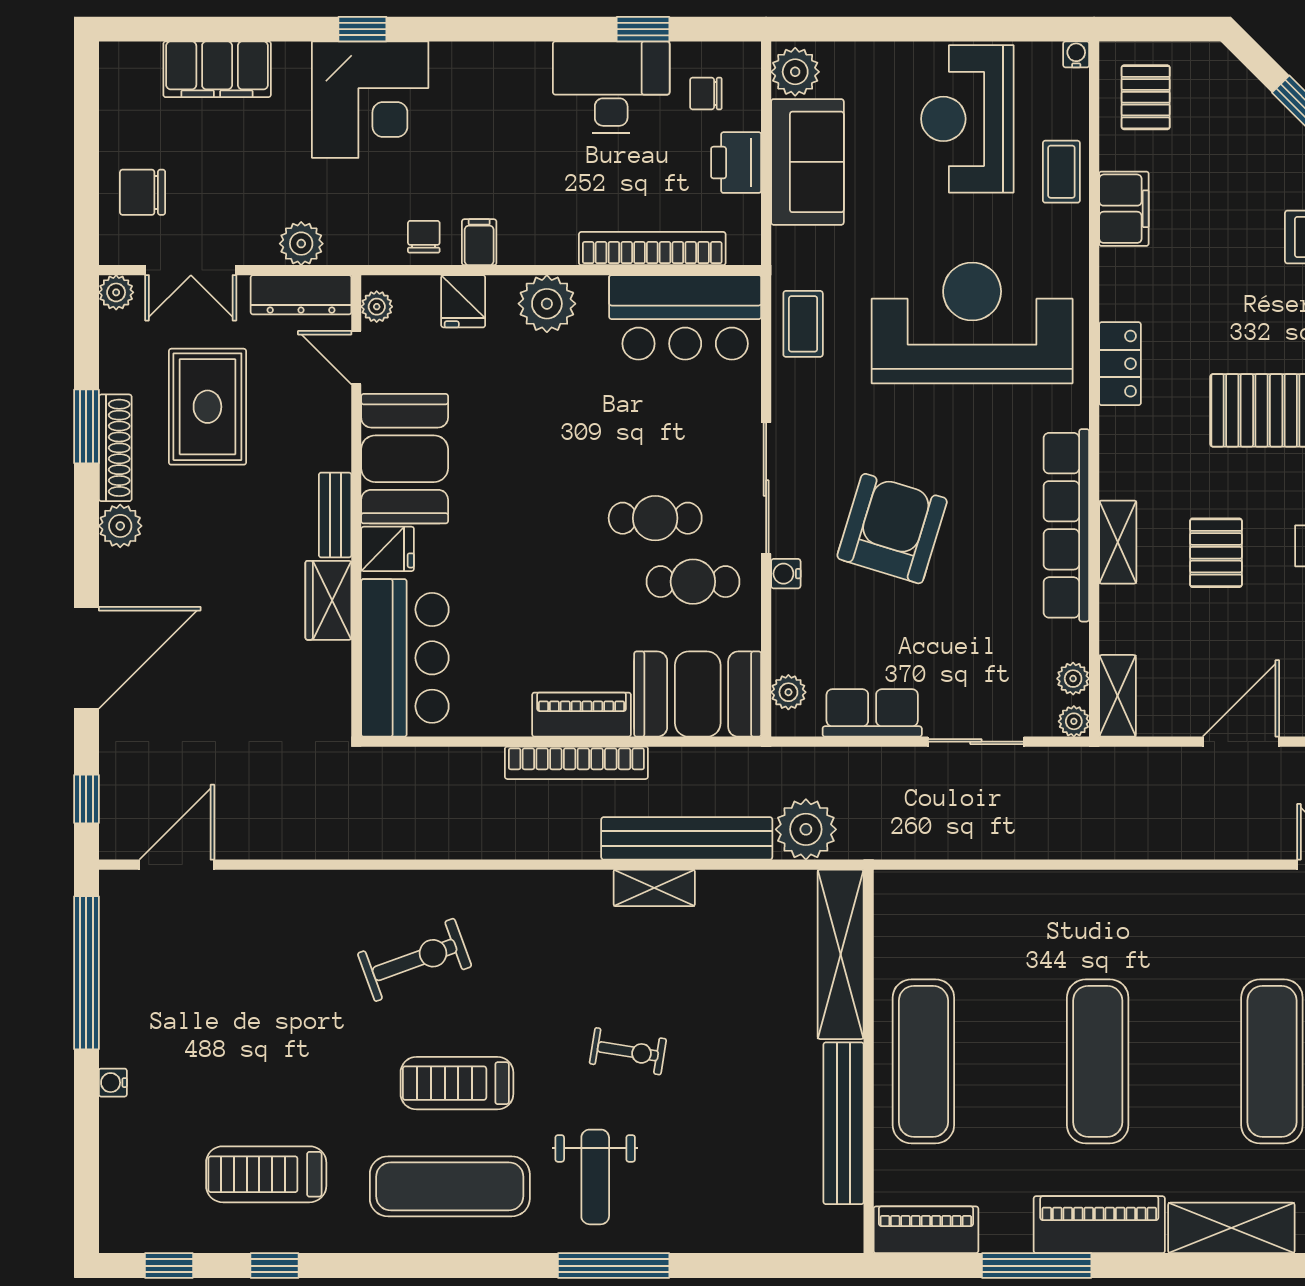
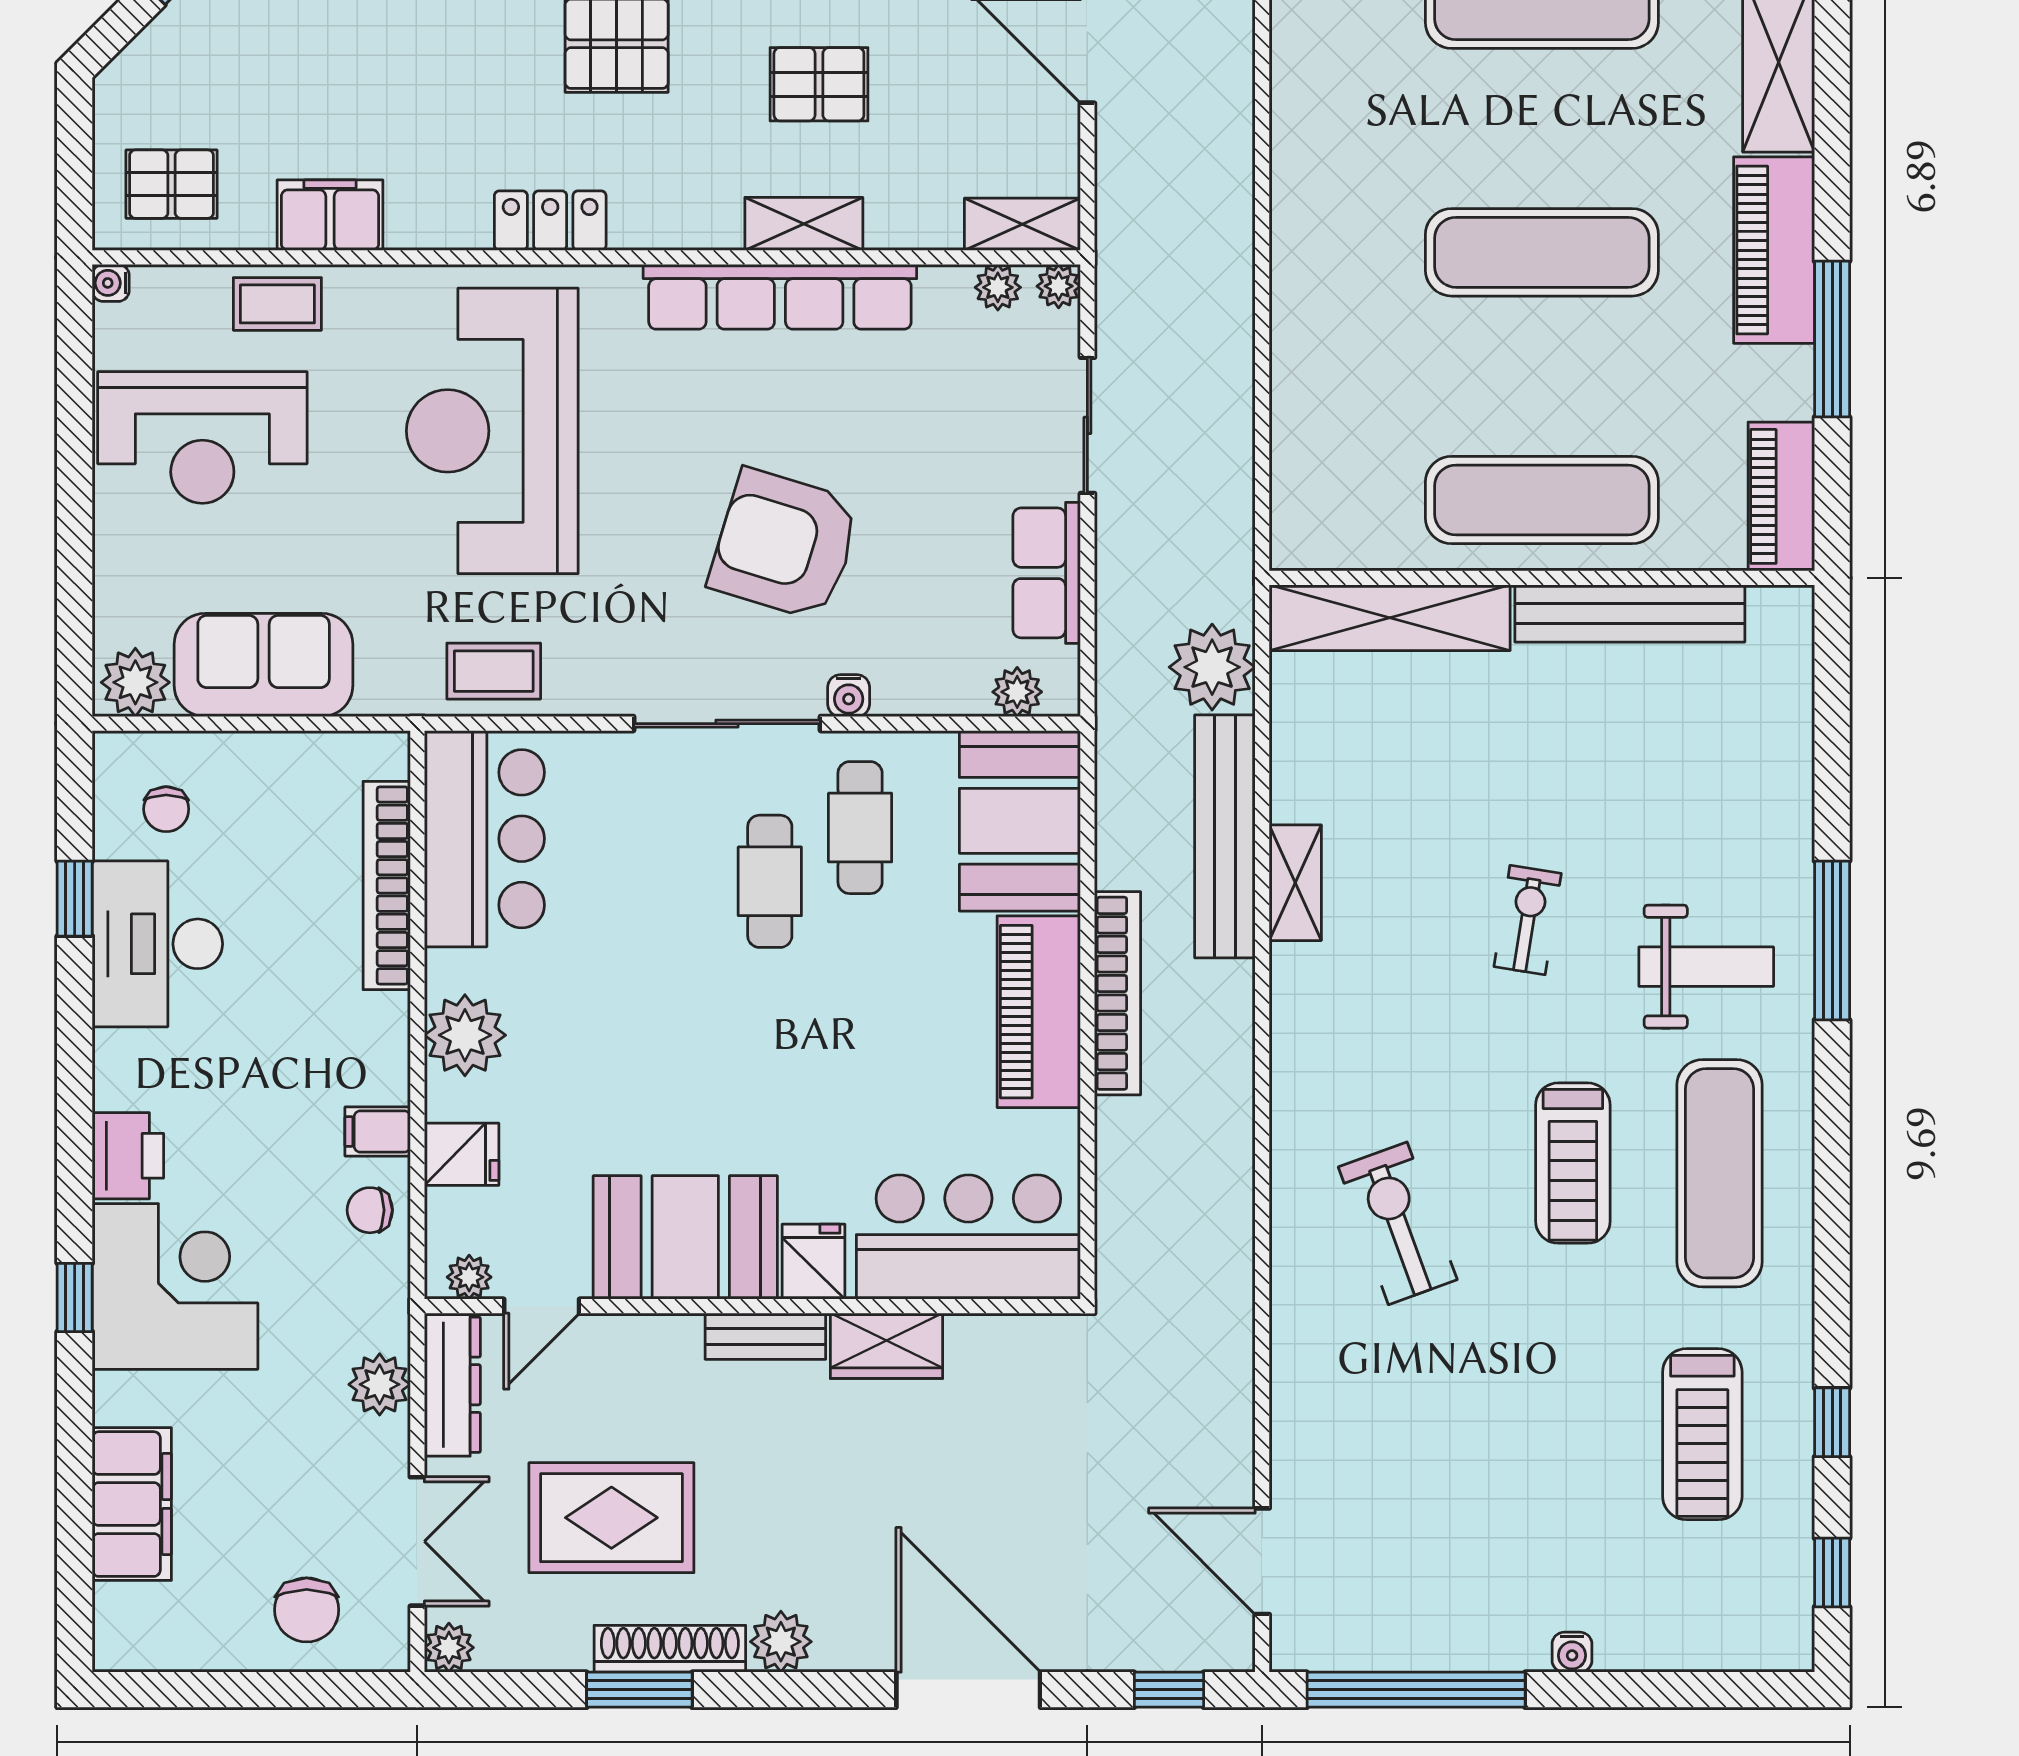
printer: (736, 163) -> (128, 1156), moved, turned -90
piano: (582, 715) -> (1039, 1012), width x1.37, depth x1.33

